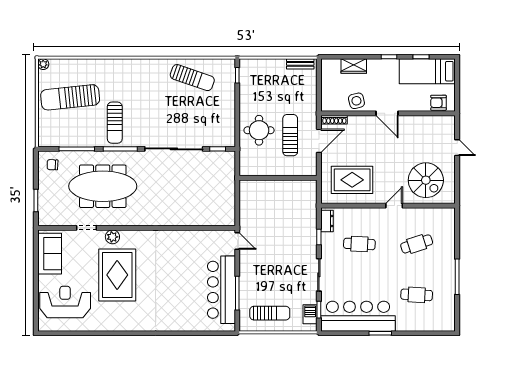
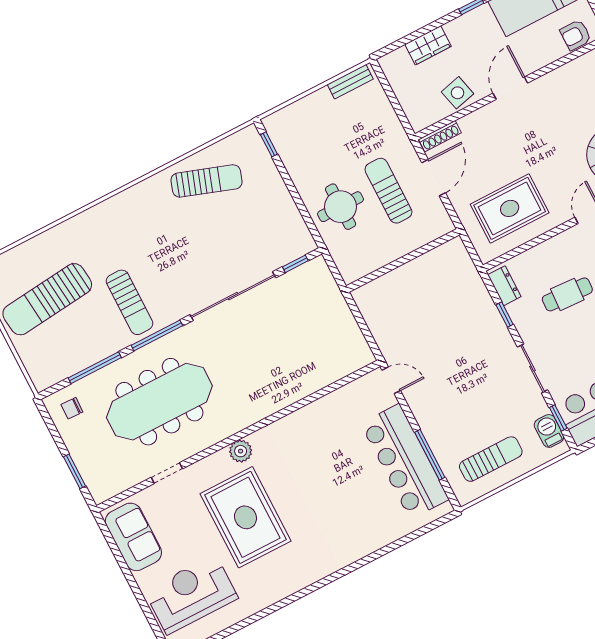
door: (387, 113) -> (510, 88), swing flipped
plant: (112, 237) -> (241, 451), moved

